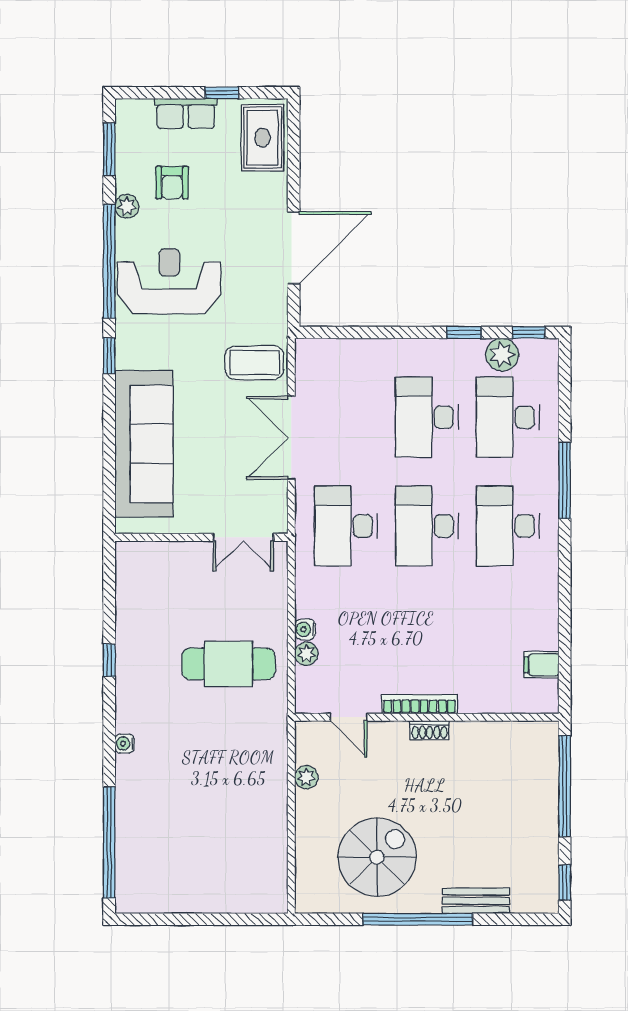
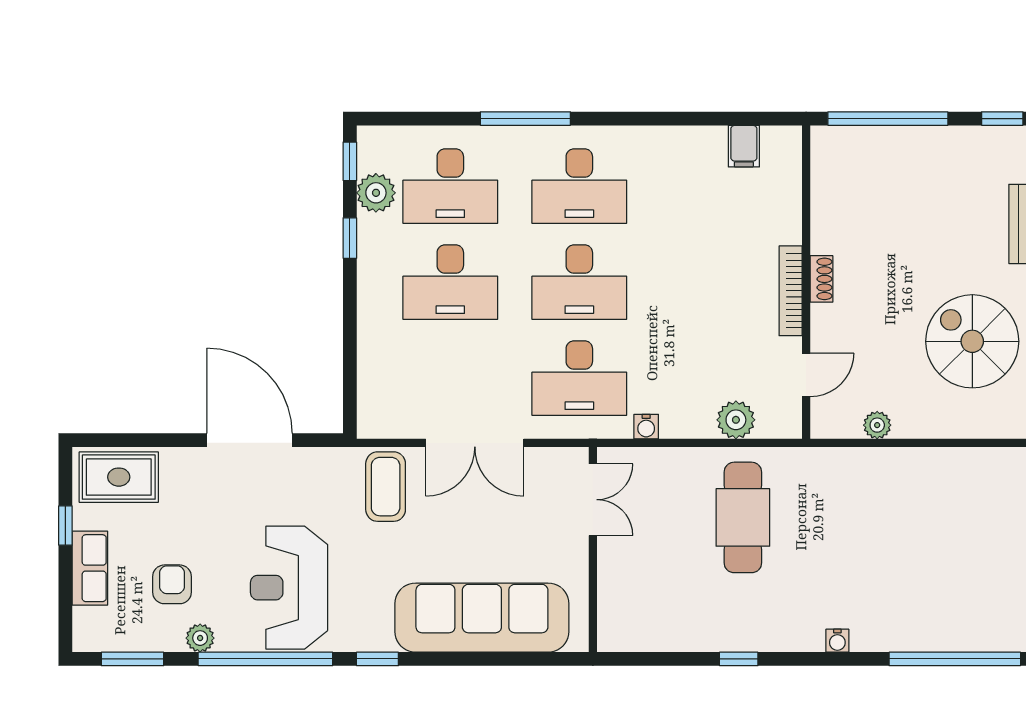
armchair: (172, 183) -> (172, 584), turned -90
water cooler: (305, 629) -> (646, 427), moved
plant: (306, 654) -> (736, 420), width x1.38, depth x1.38

